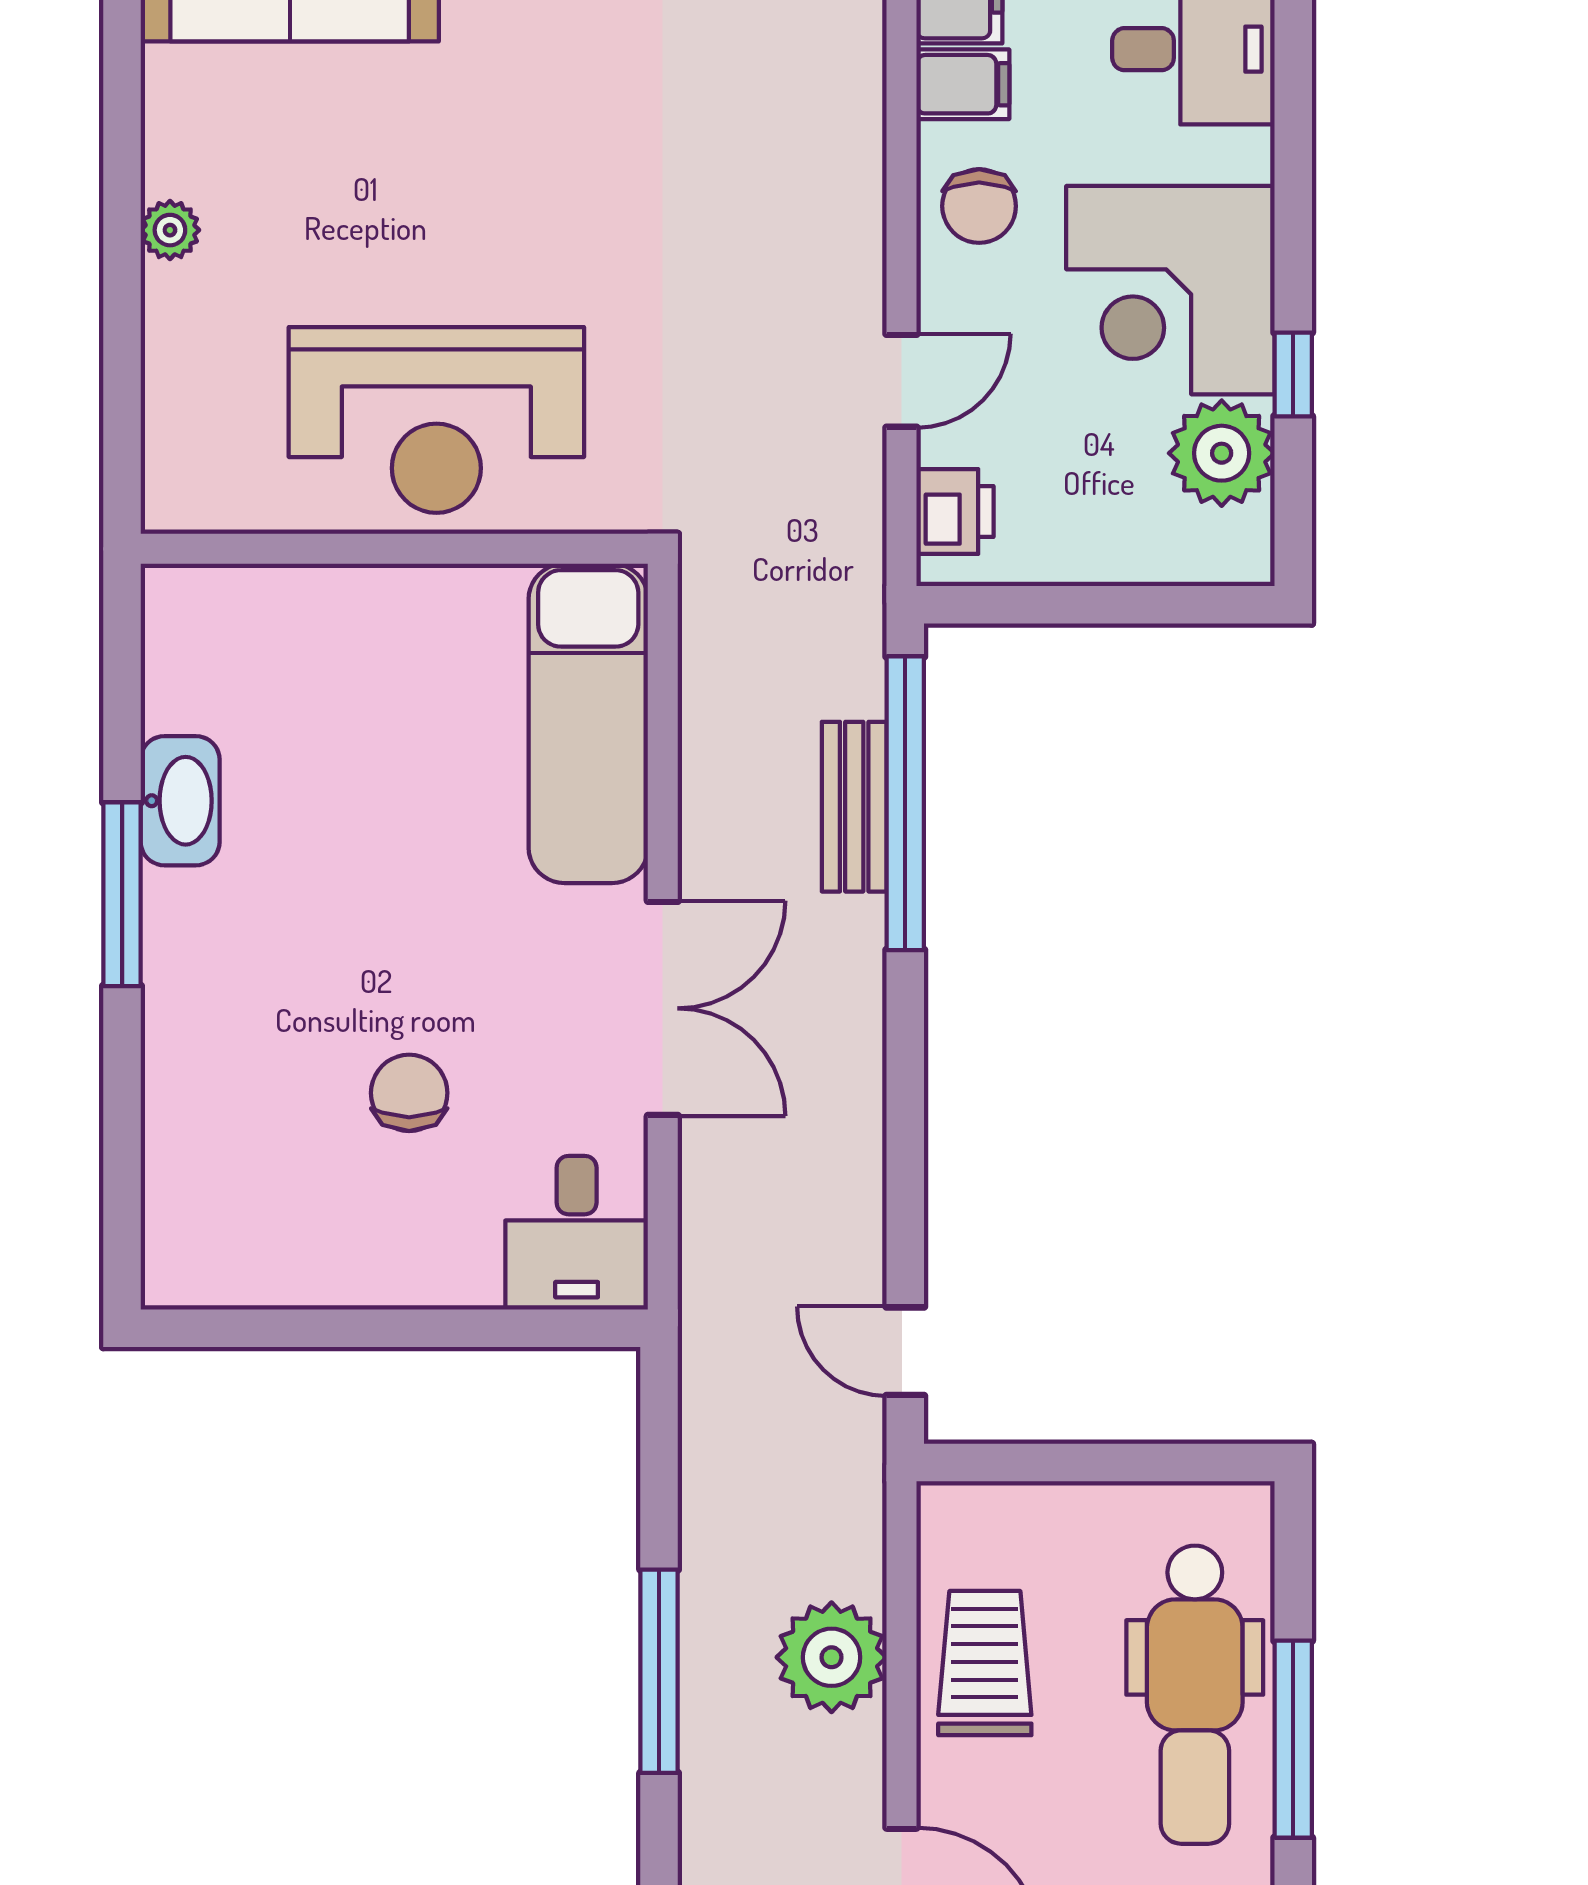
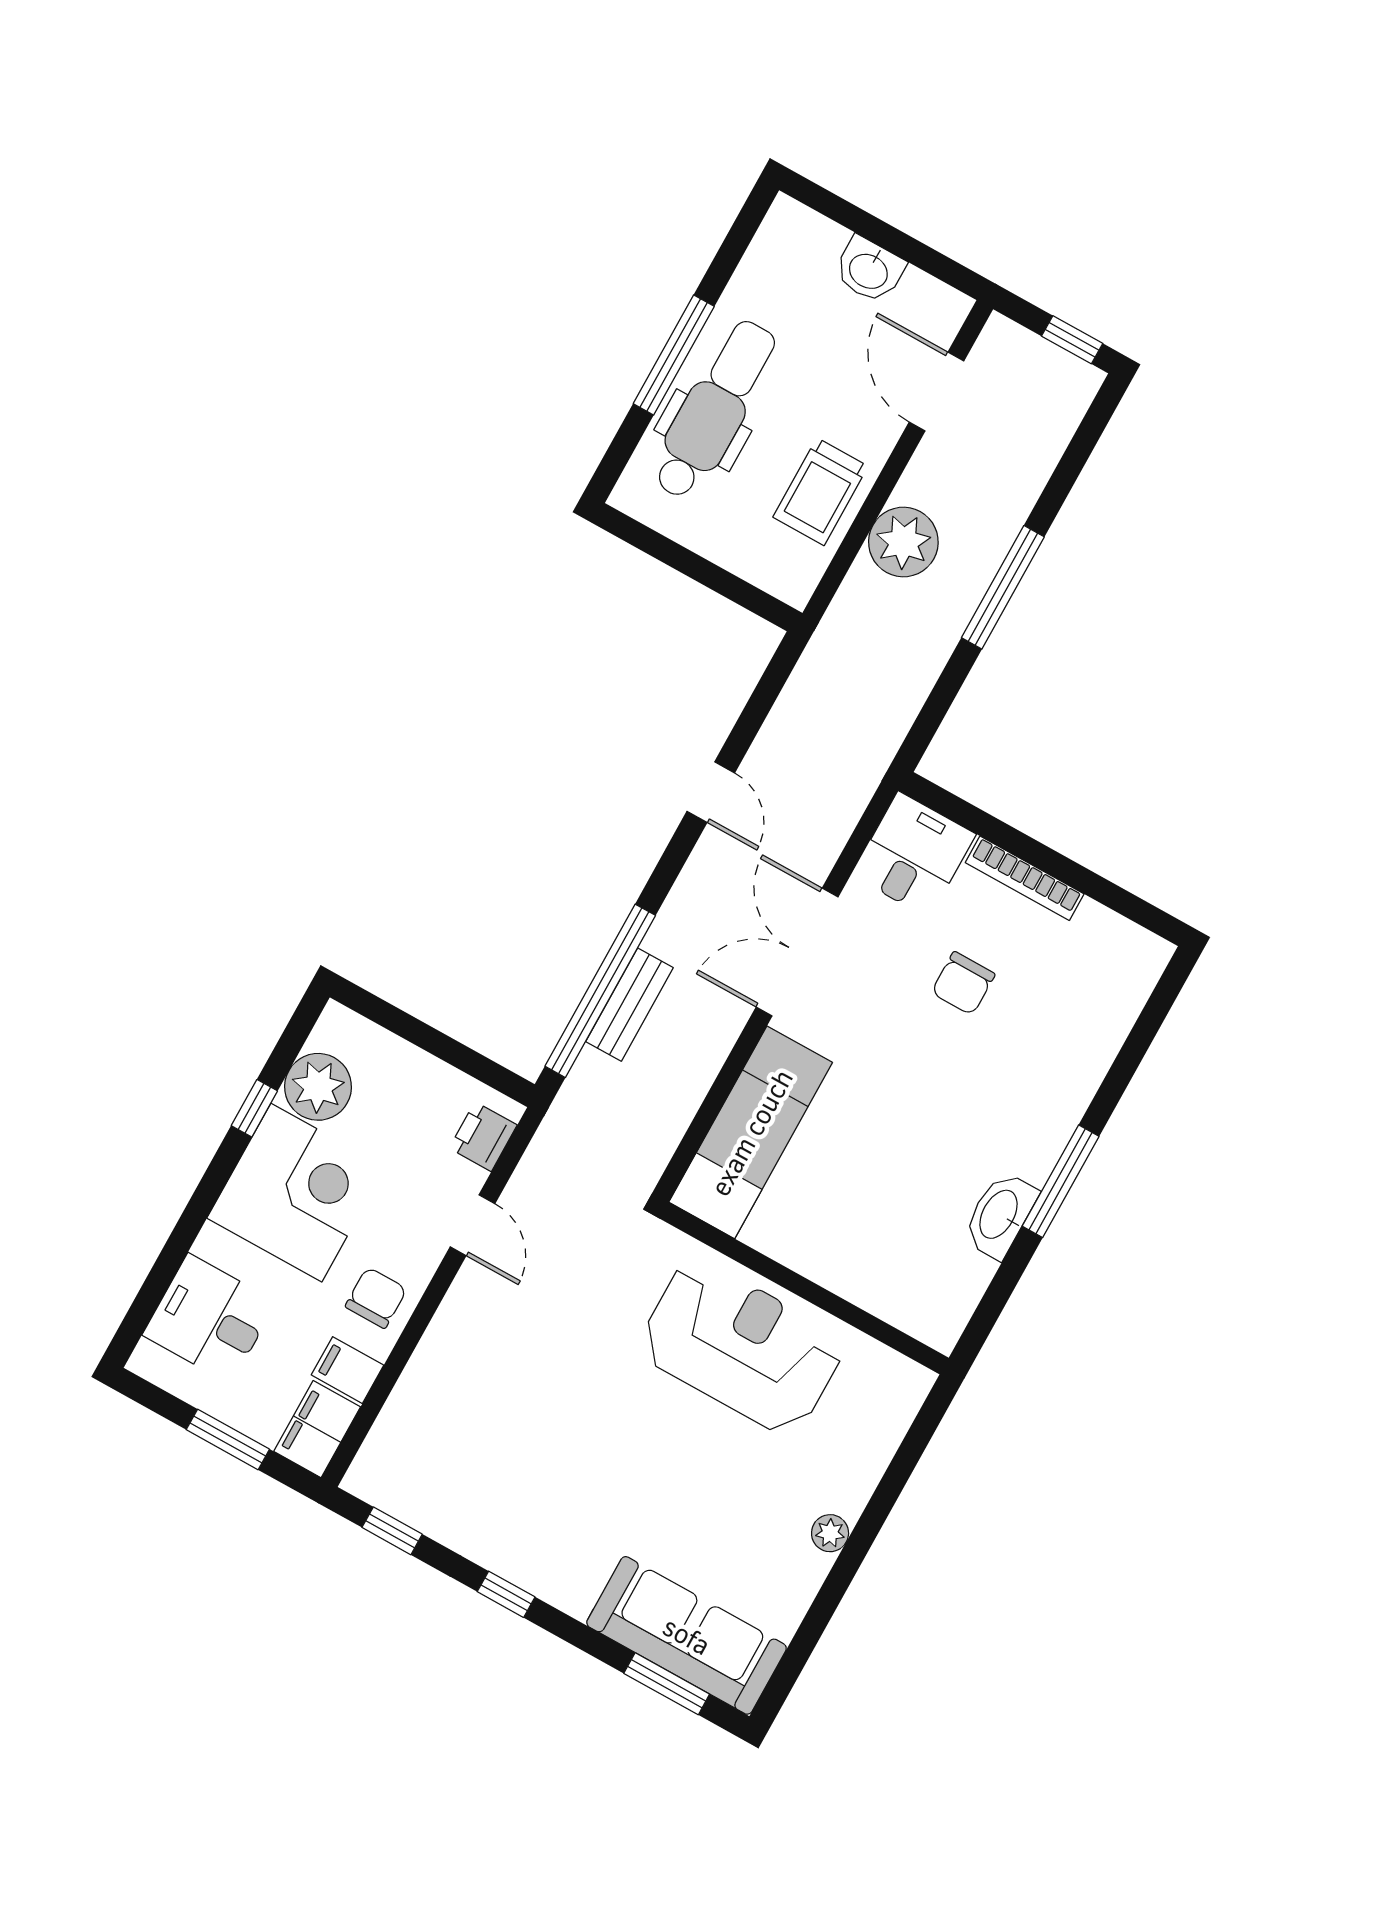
door: (902, 381) -> (472, 1225), swing flipped
bookcase: (405, 1286) -> (1025, 878), added
door: (905, 1351) -> (711, 792), moved

